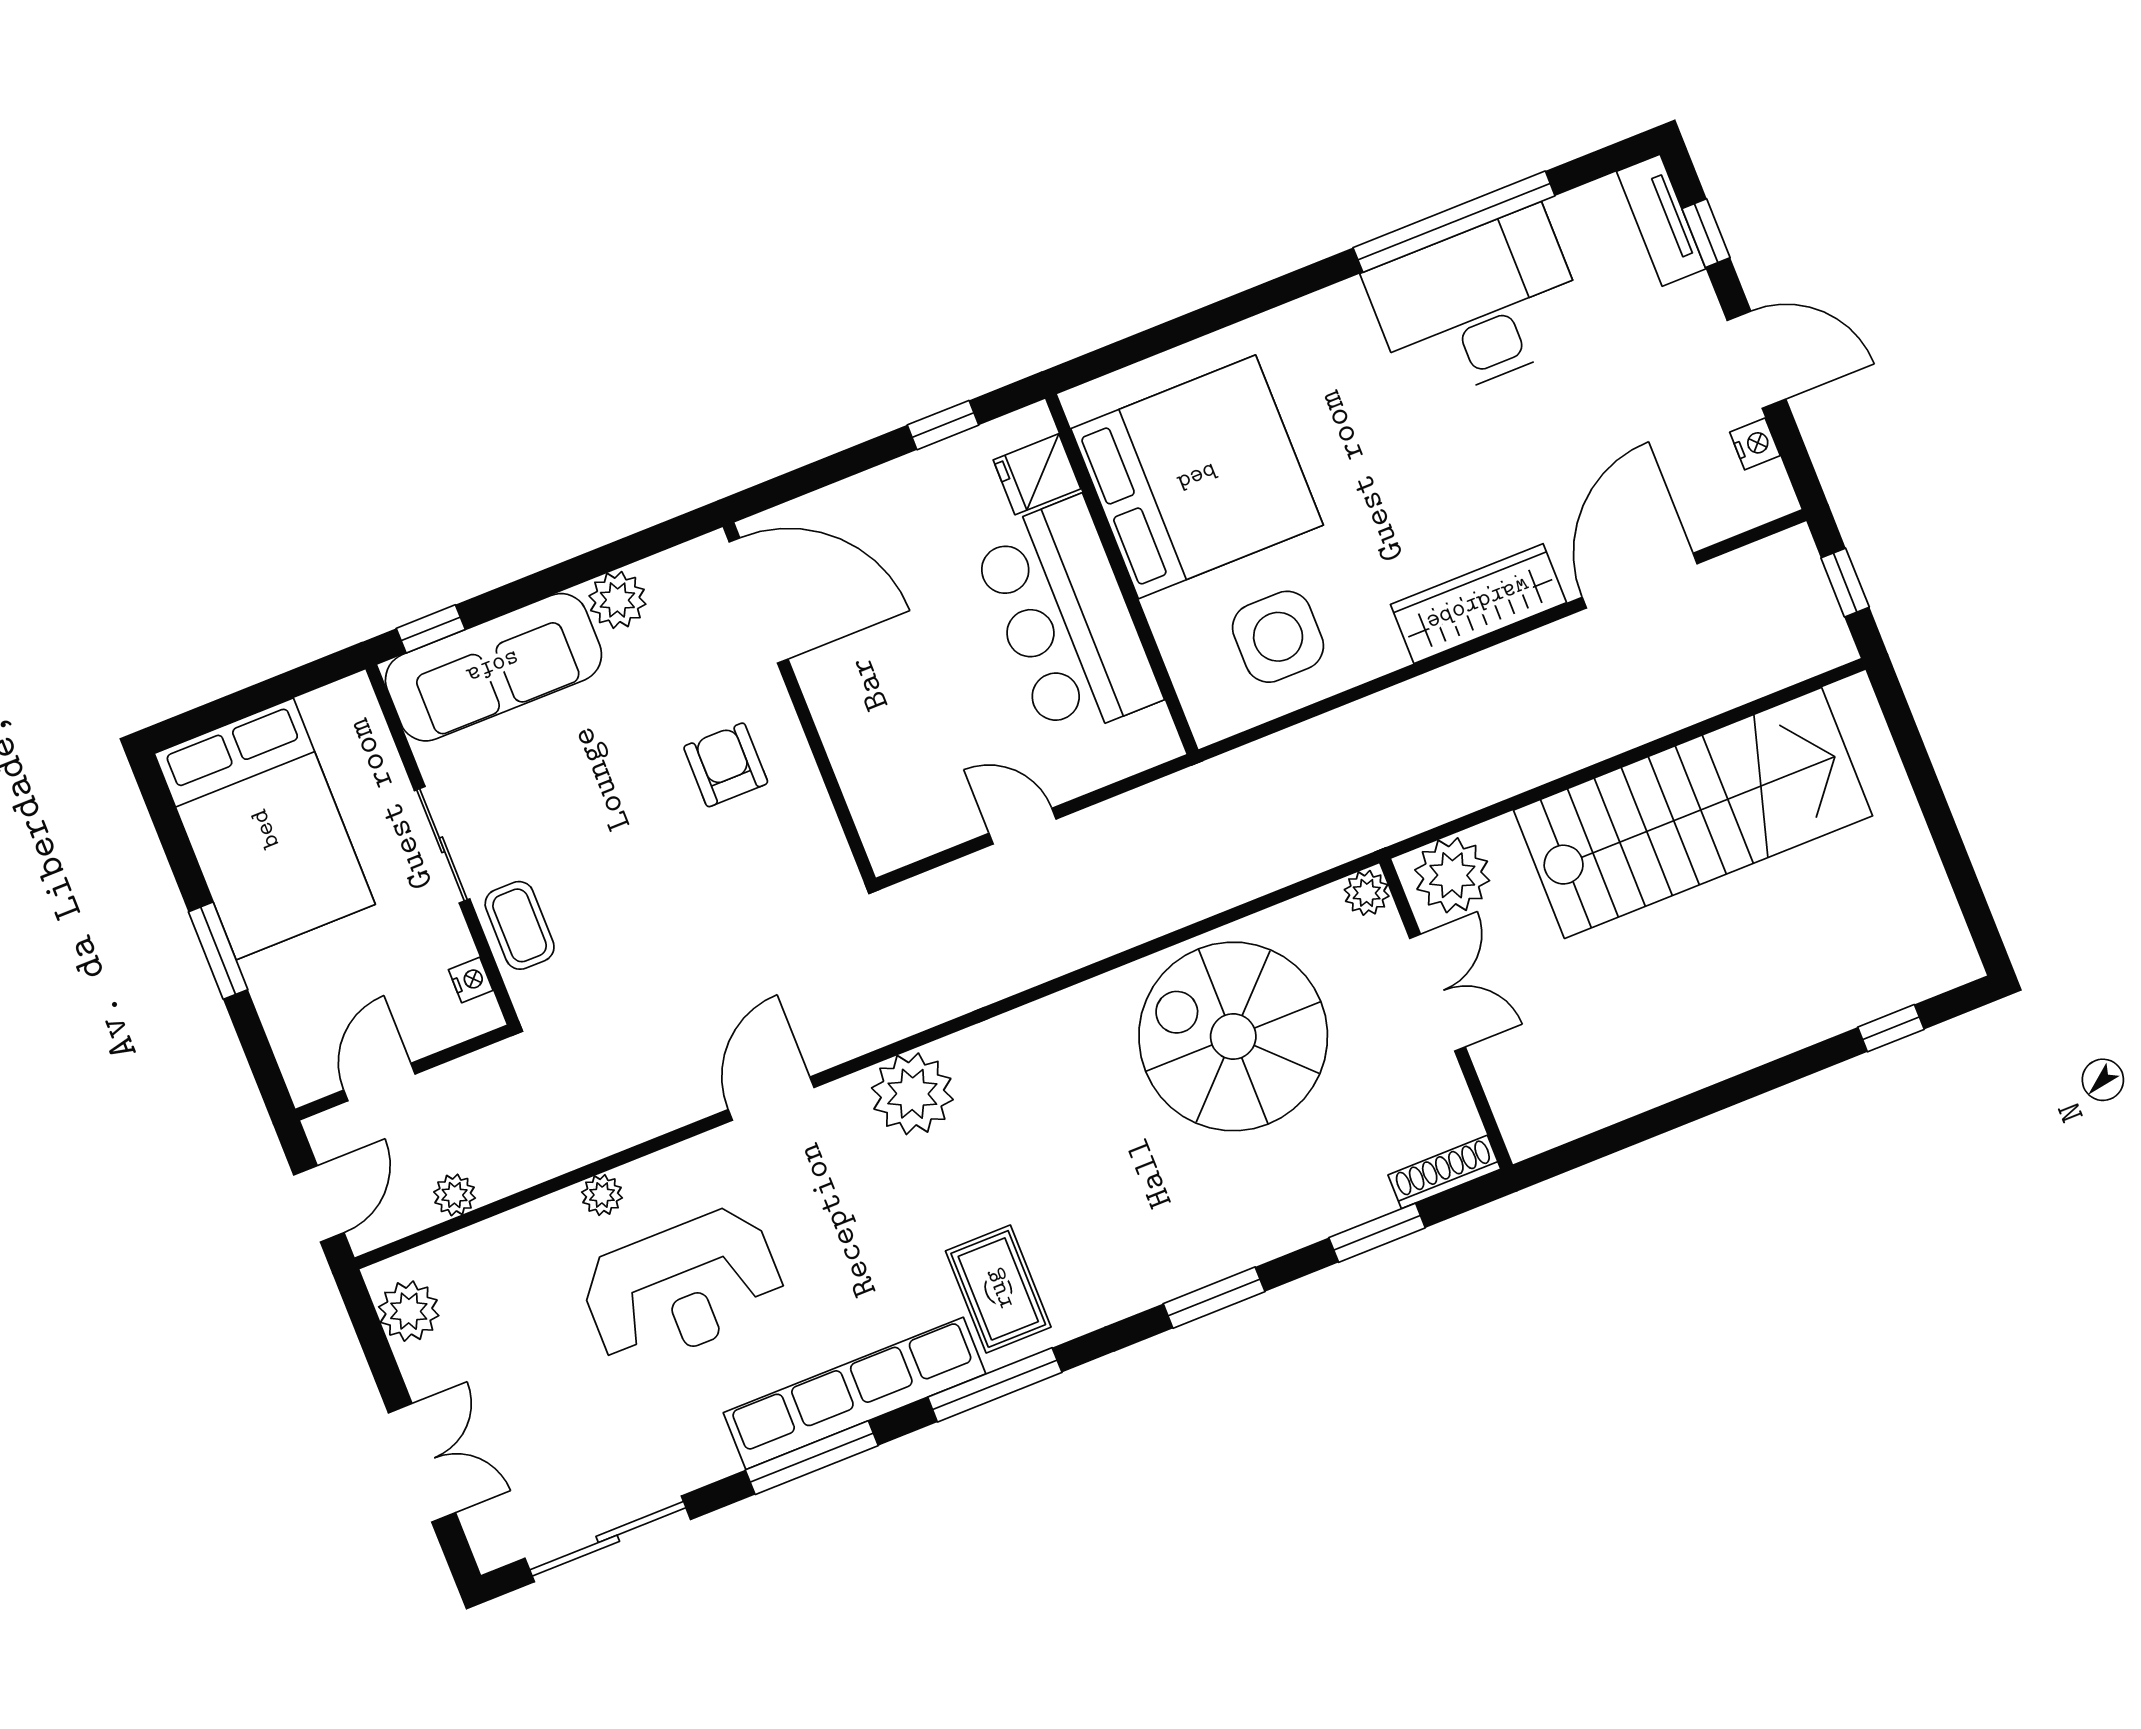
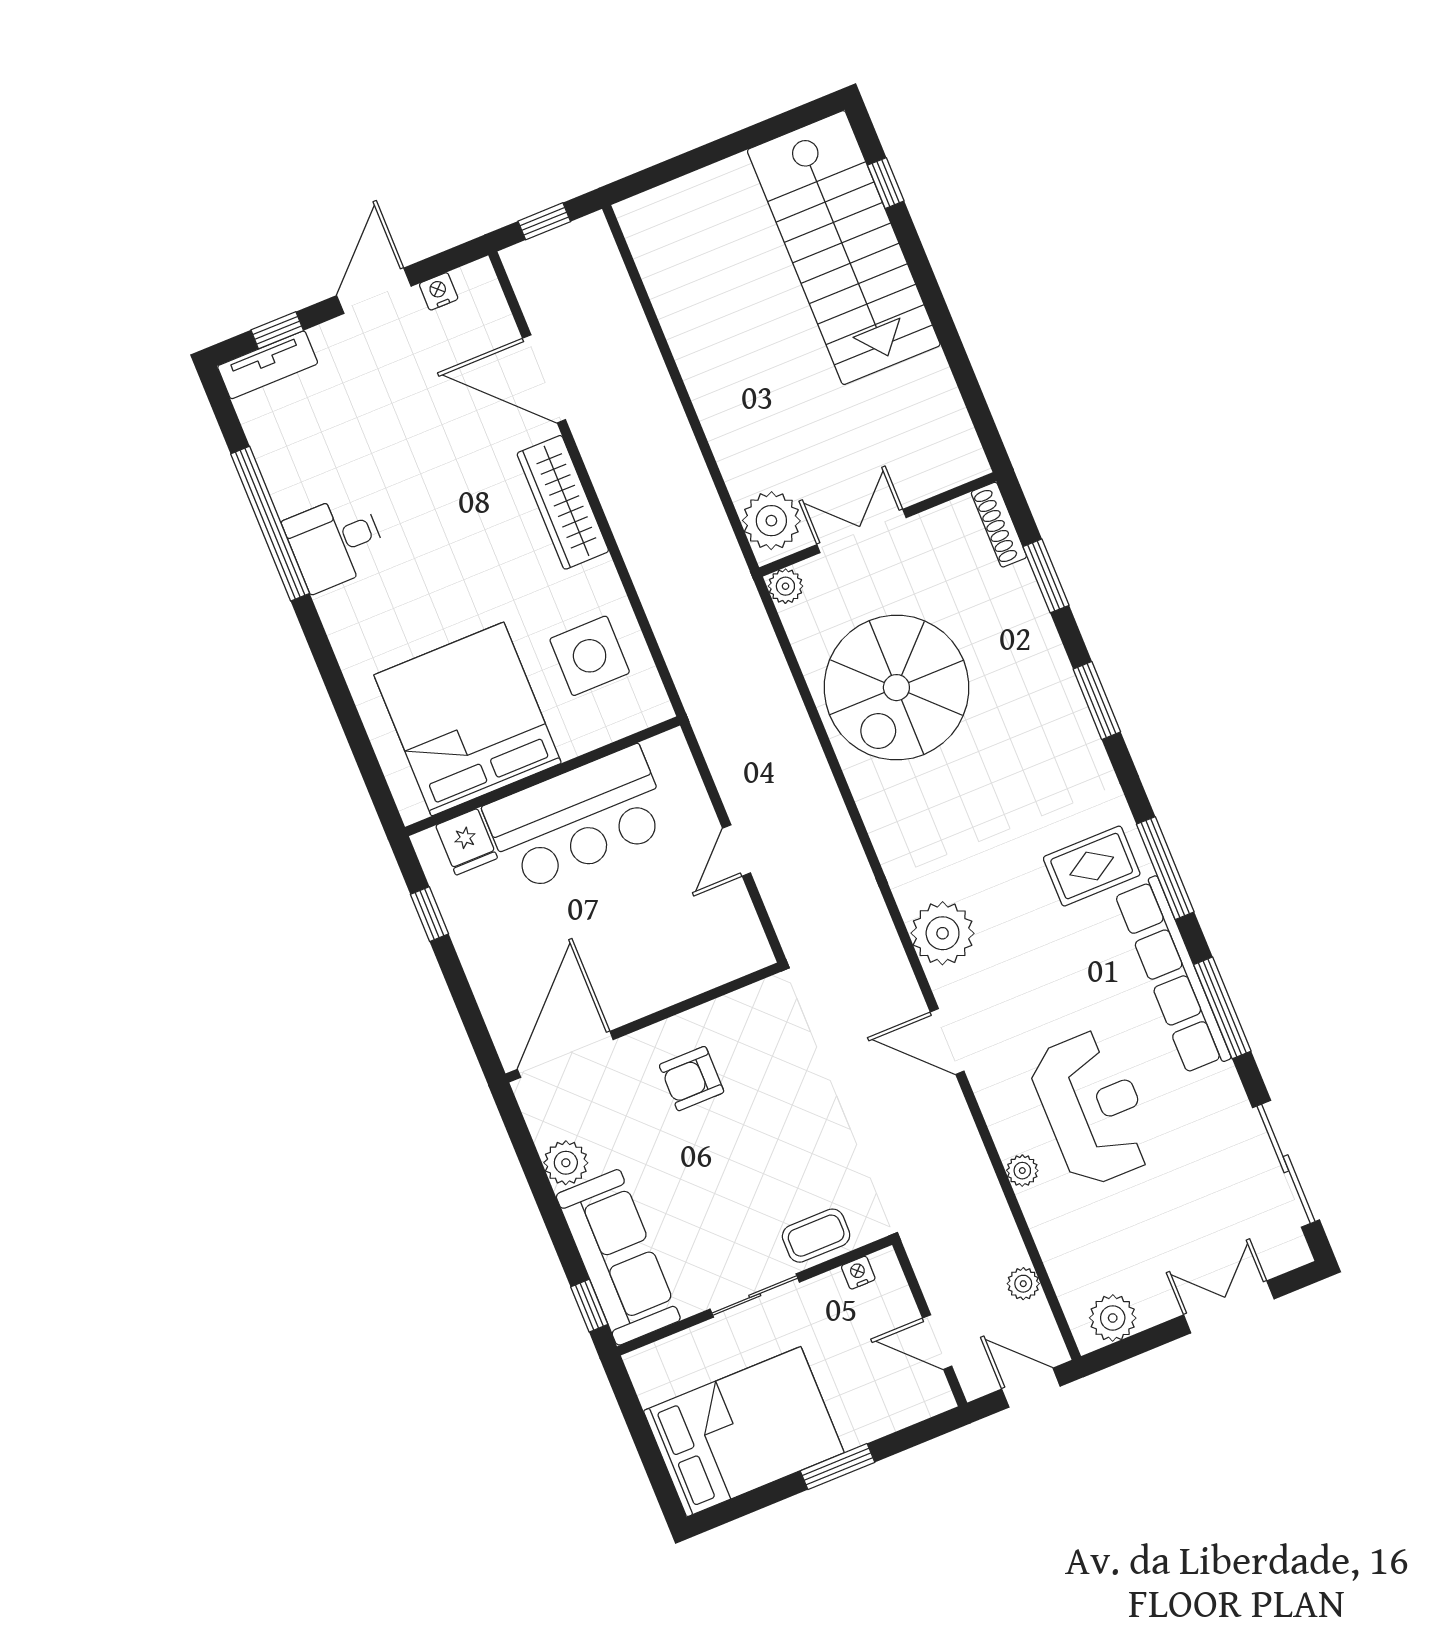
desk: (1478, 306) -> (335, 542), width x0.53, depth x0.77
stairs: (1693, 813) -> (844, 248), moved, turned 180

